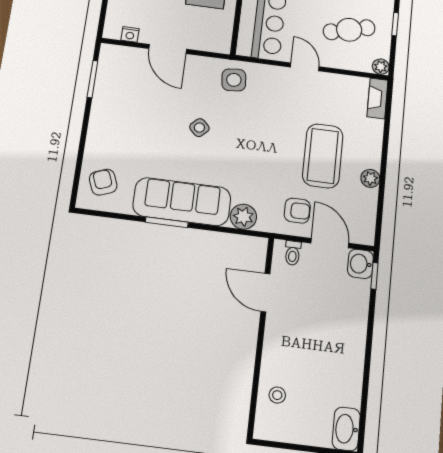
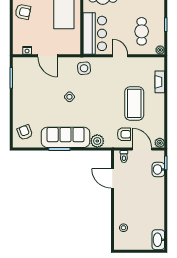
cafe table: (349, 30) -> (142, 31), turned -75
fireplace: (377, 98) -> (160, 82), moved
plant: (370, 178) -> (160, 143), moved
washbasin: (360, 264) -> (158, 169), moved

